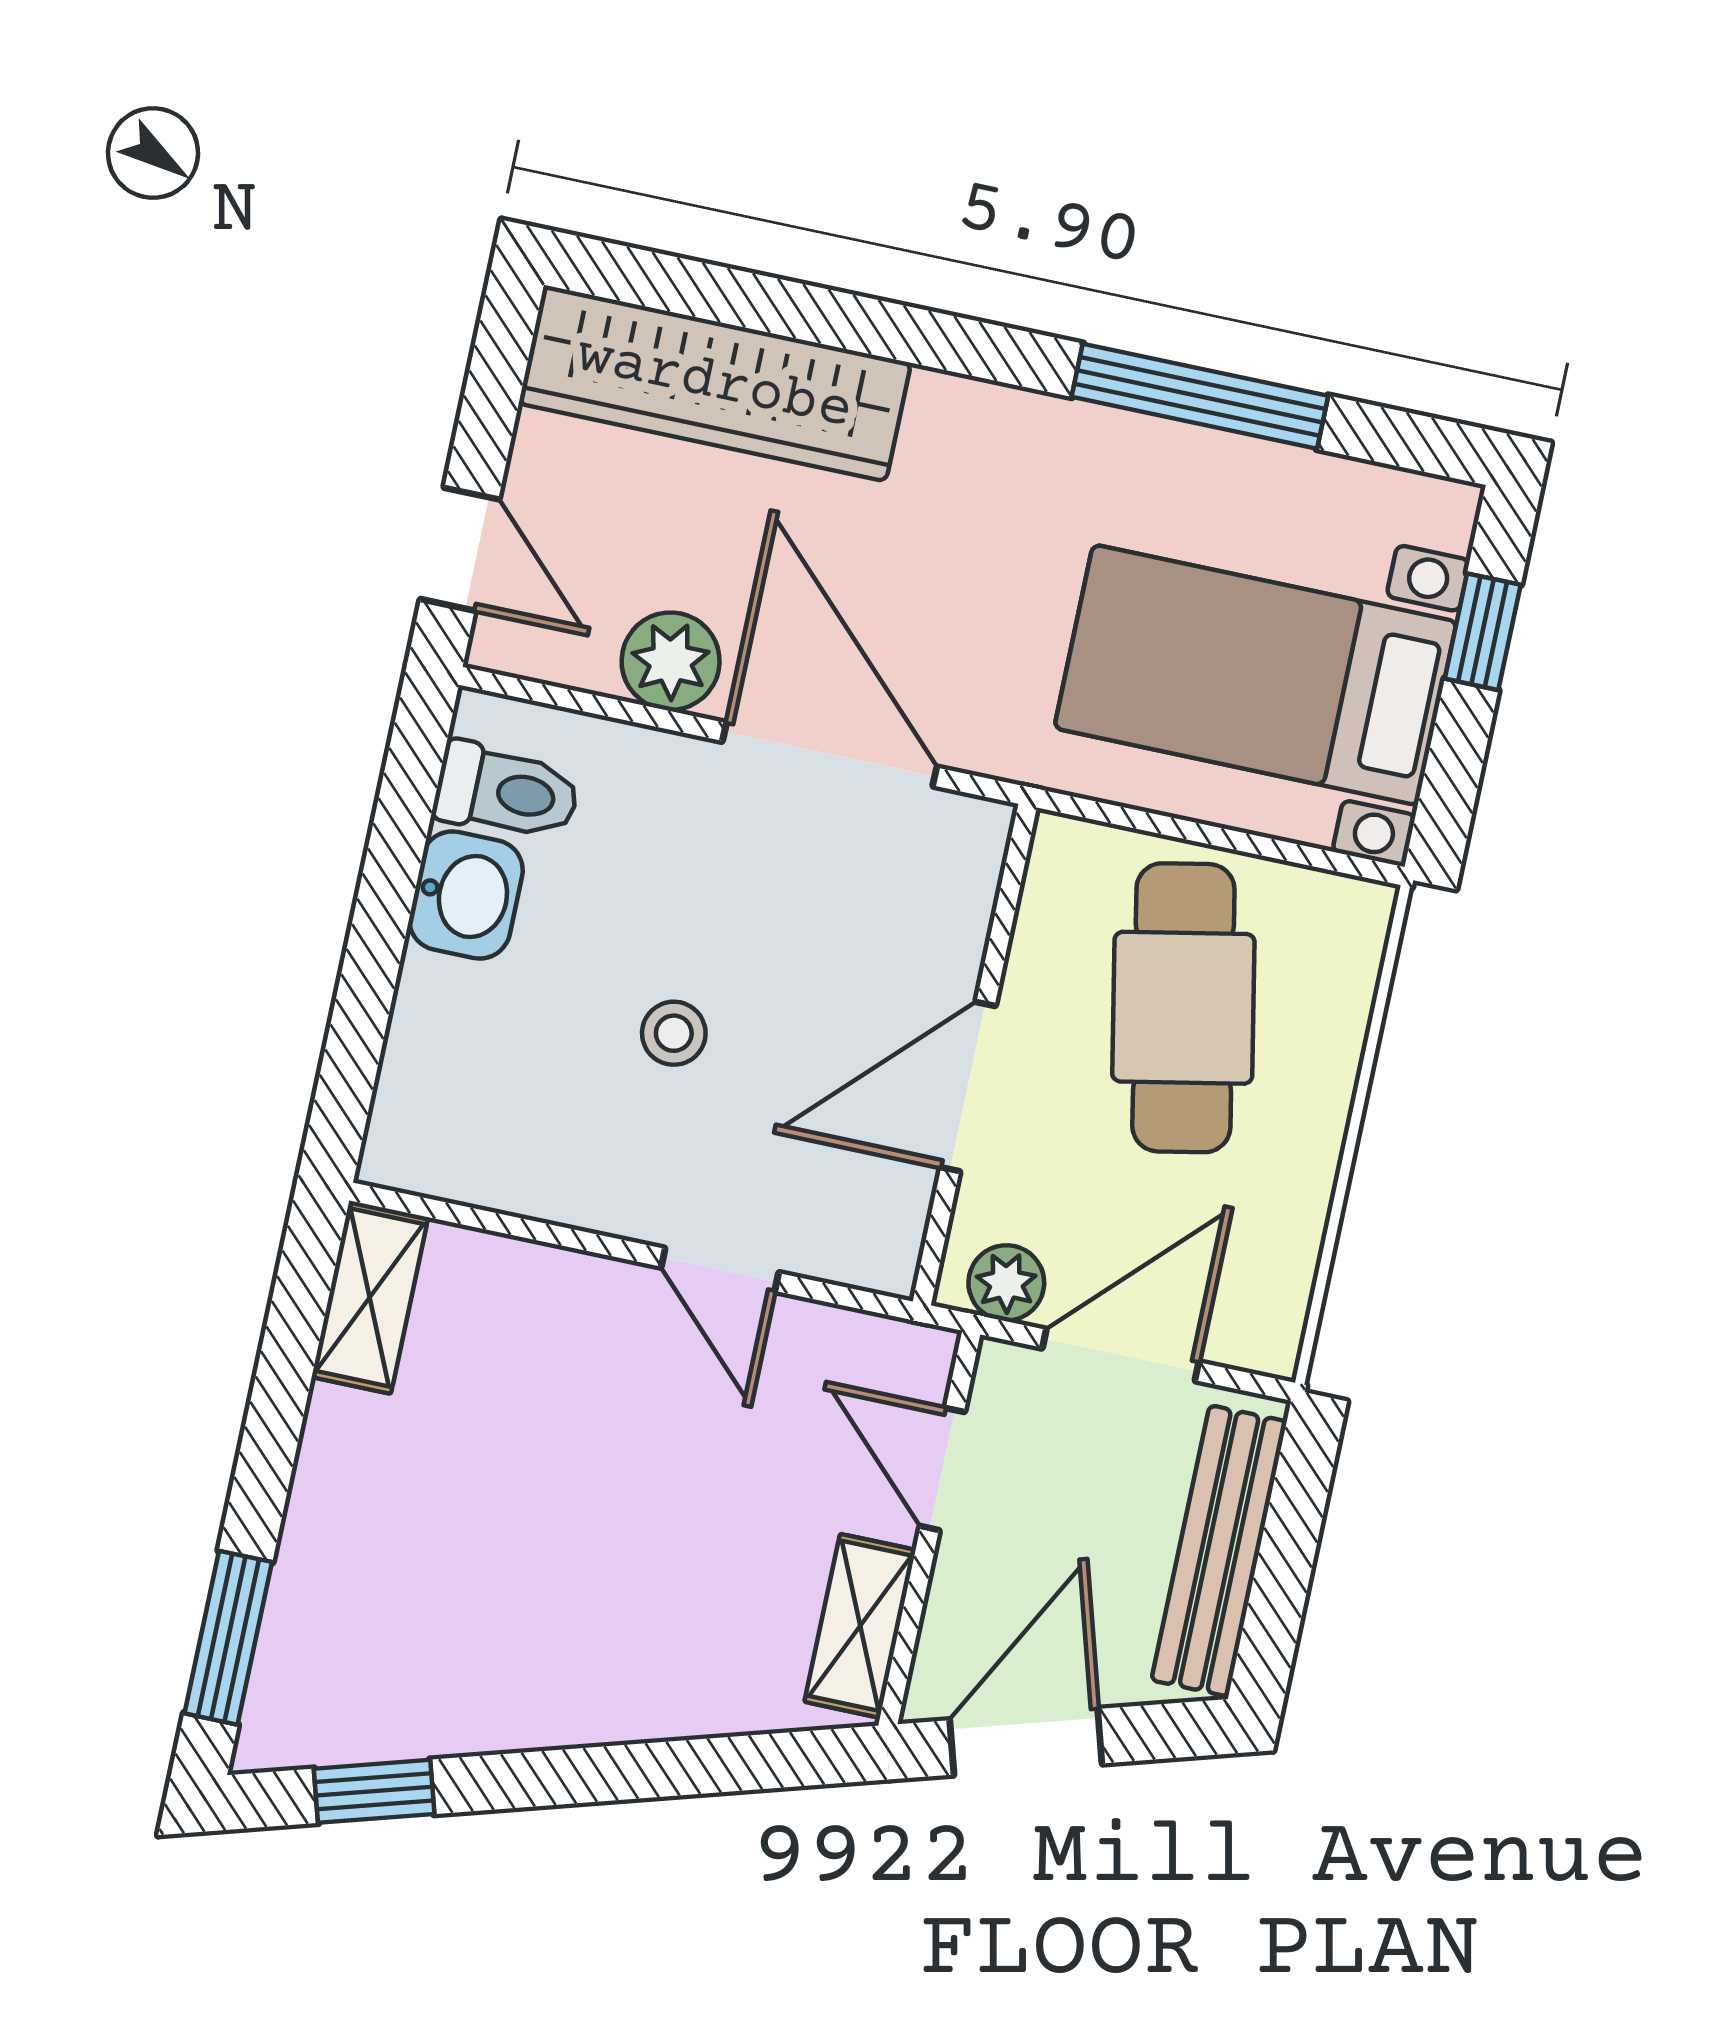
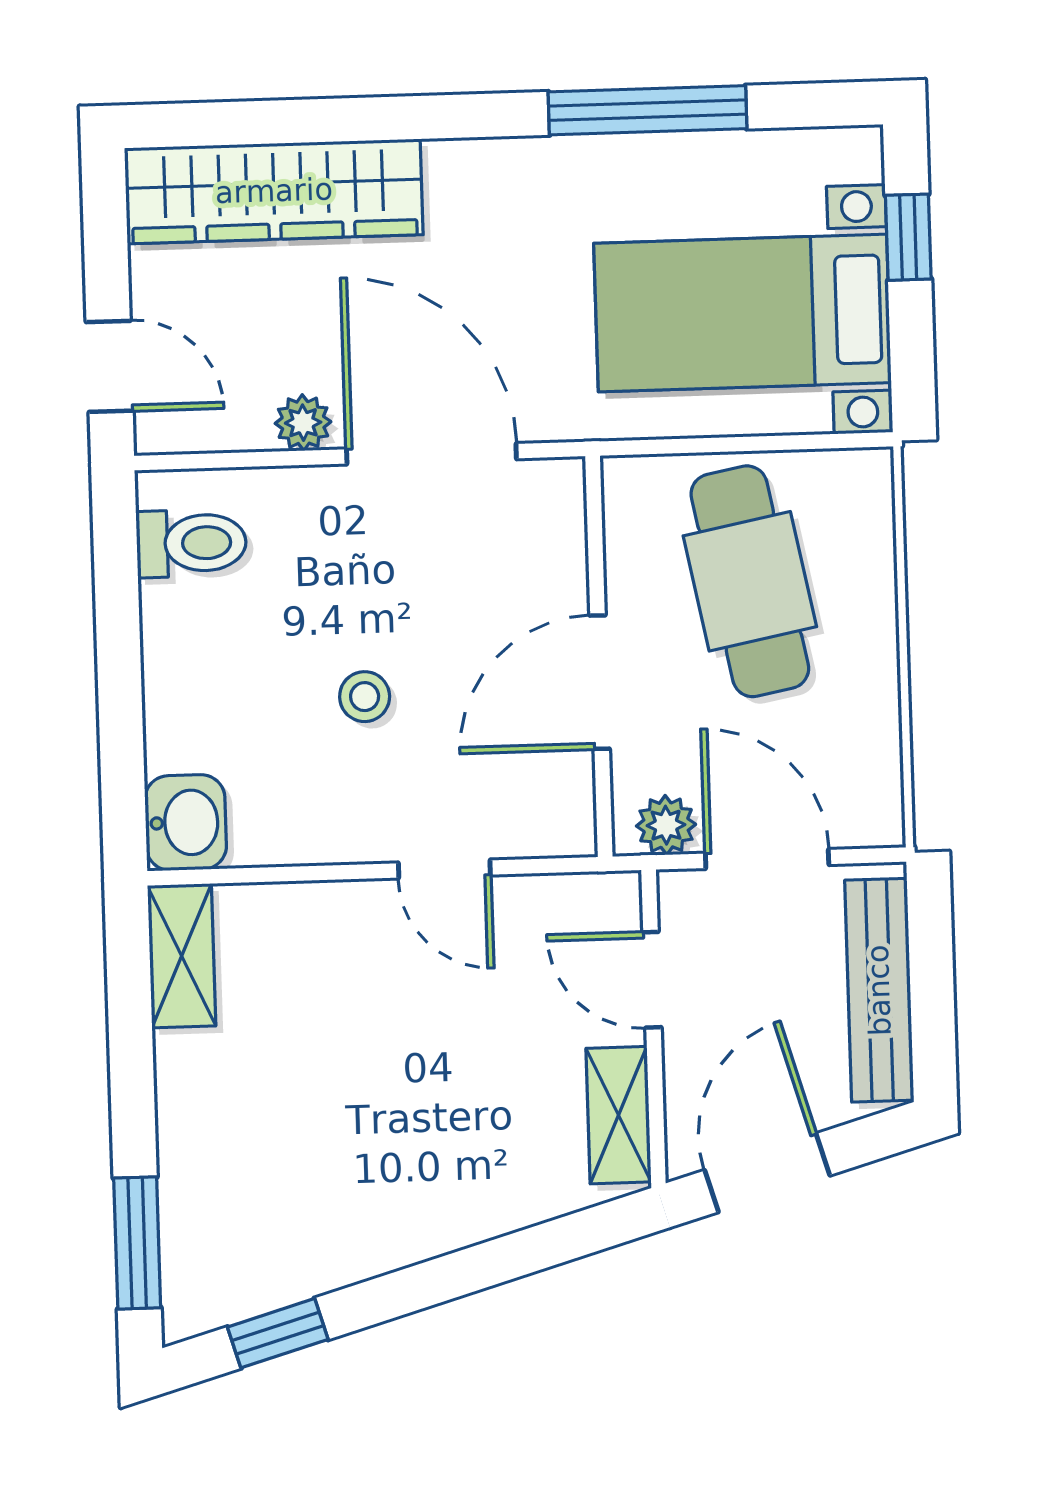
plant: (671, 661) -> (303, 423), width x0.73, depth x0.73
washbasin: (466, 895) -> (186, 823), moved
door: (1121, 1355) -> (767, 859), hinge flipped

